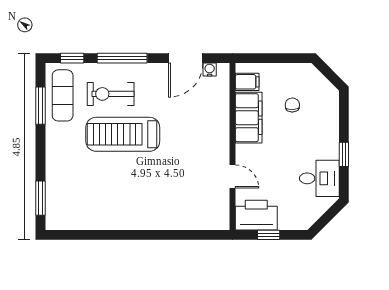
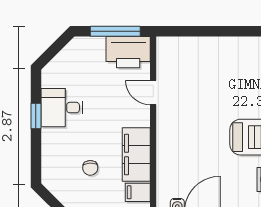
desk: (319, 178) -> (62, 108), moved
window: (269, 235) -> (115, 31), width x2.17

